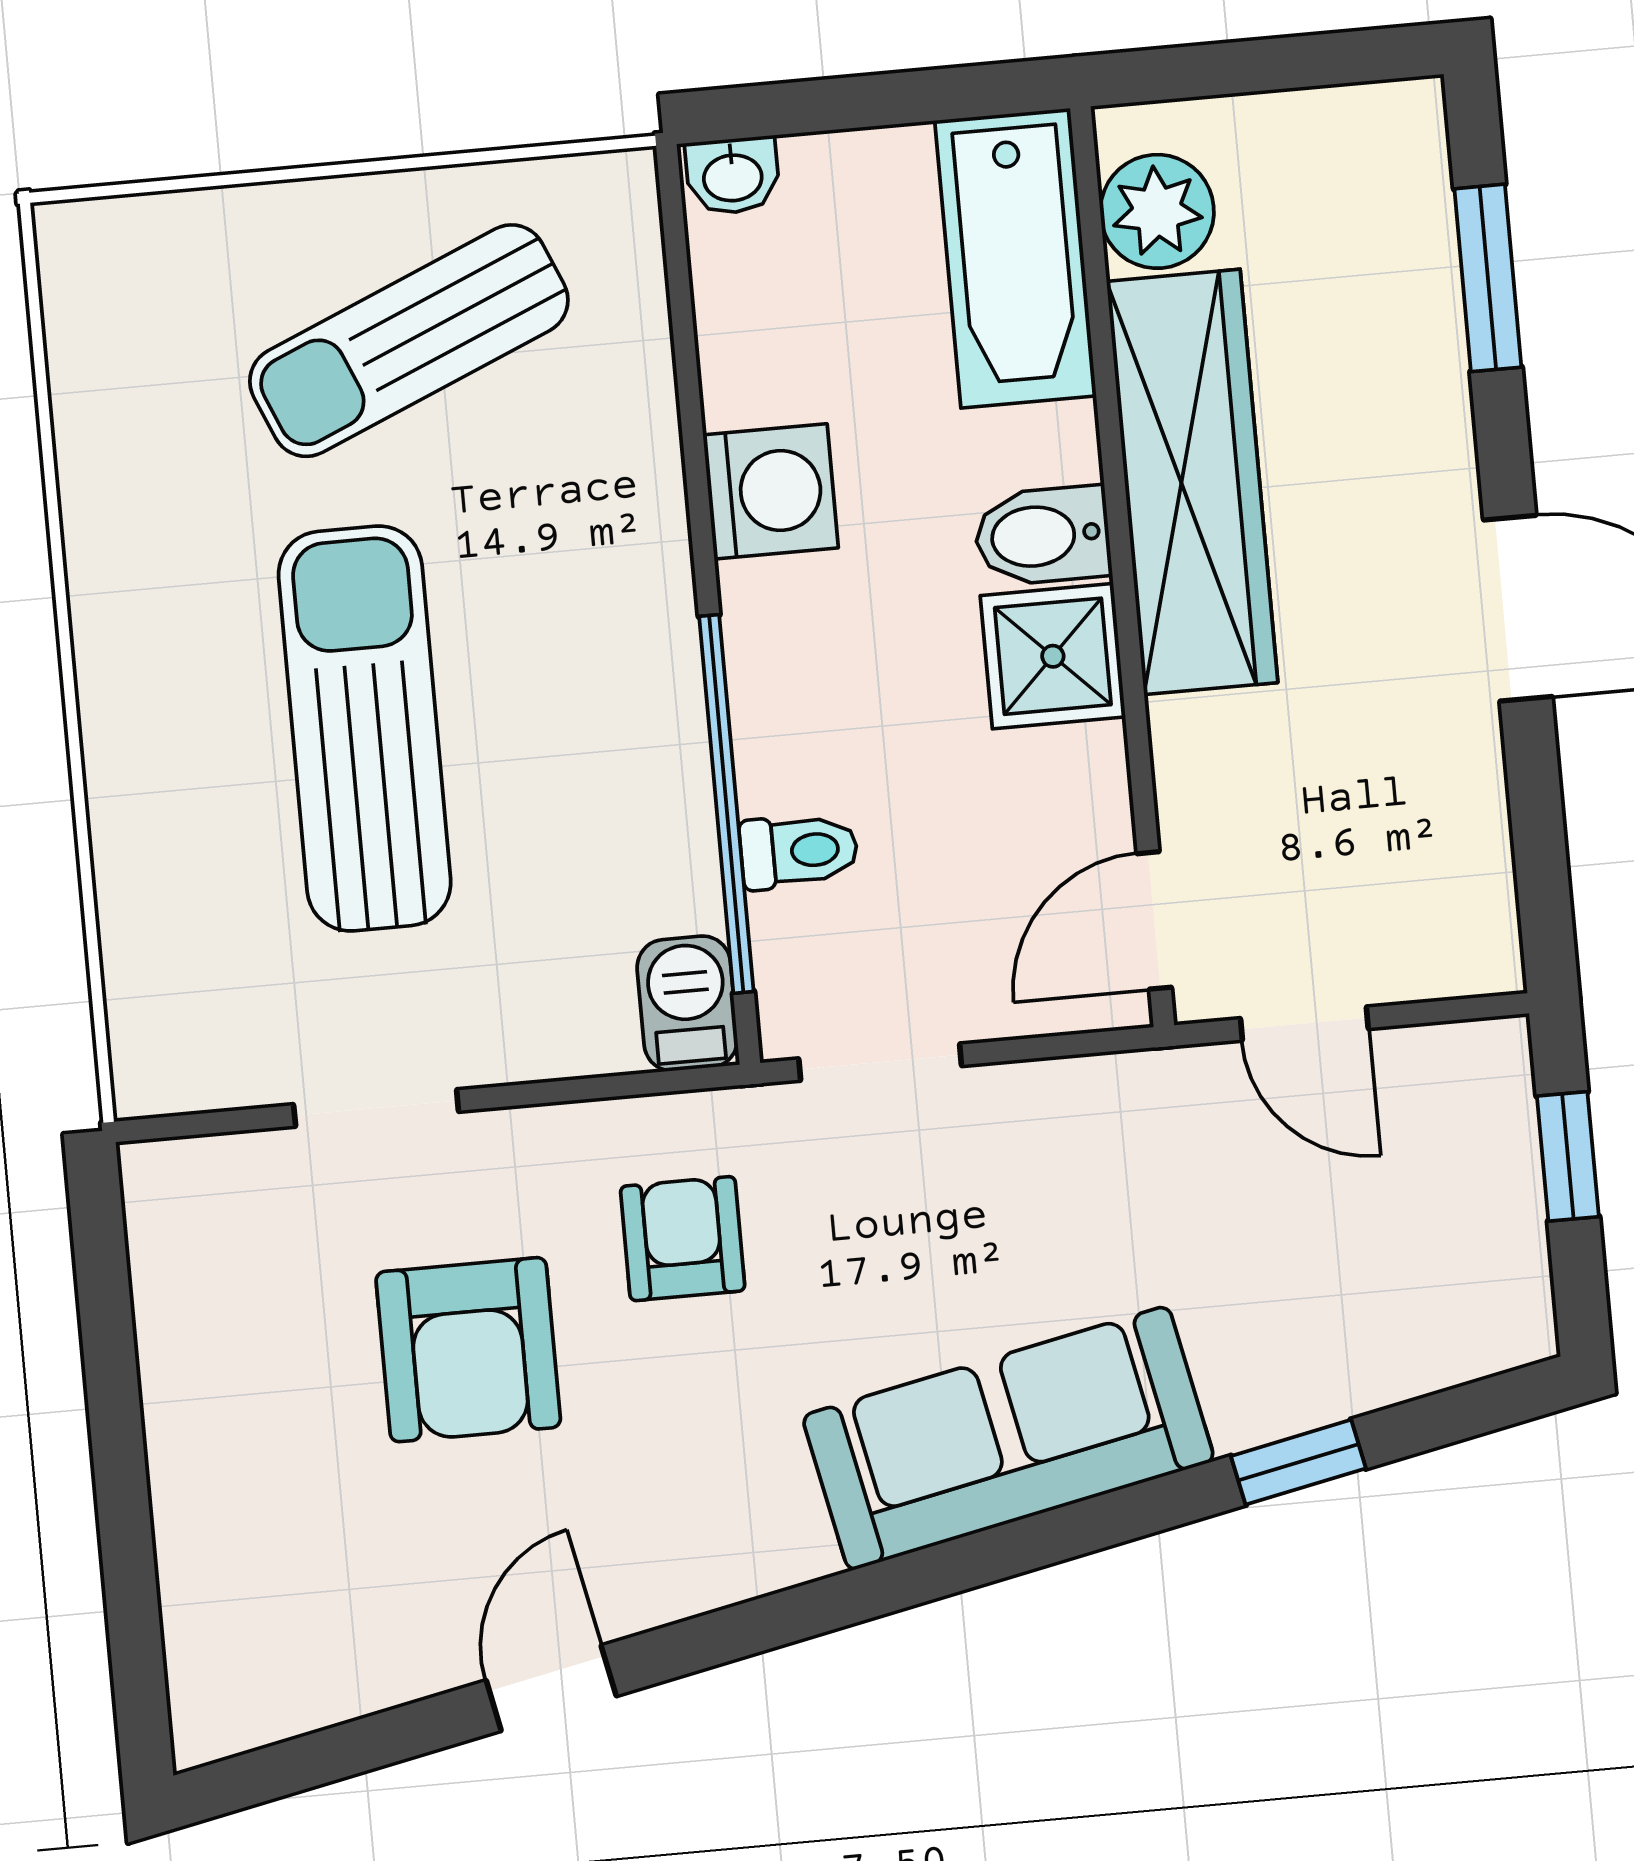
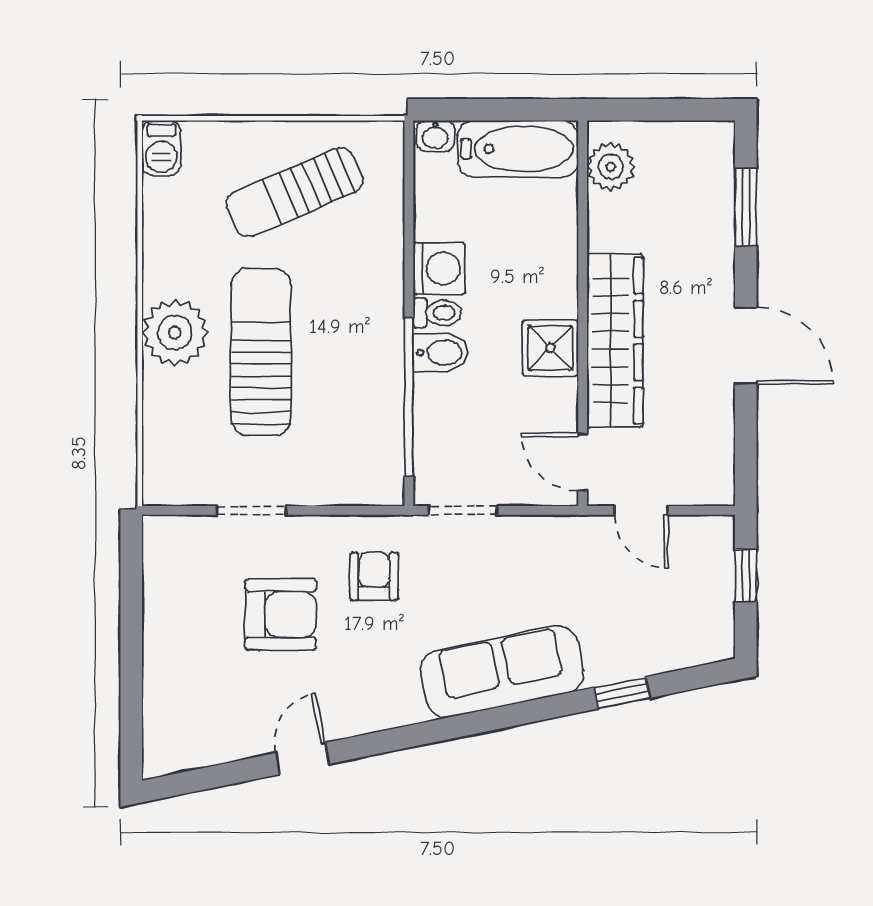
bathtub: (1016, 258) -> (518, 149), moved, turned -90
wardrobe: (1192, 482) -> (615, 340), moved
bidet: (1042, 536) -> (441, 353), moved, turned 180
plant: (155, 701) -> (175, 333), added
toilet: (799, 851) -> (437, 313), moved
door: (1154, 920) -> (583, 462), hinge flipped
barbecue: (687, 1003) -> (161, 148), moved, turned 180
armchair: (468, 1350) -> (281, 614), turned -90

